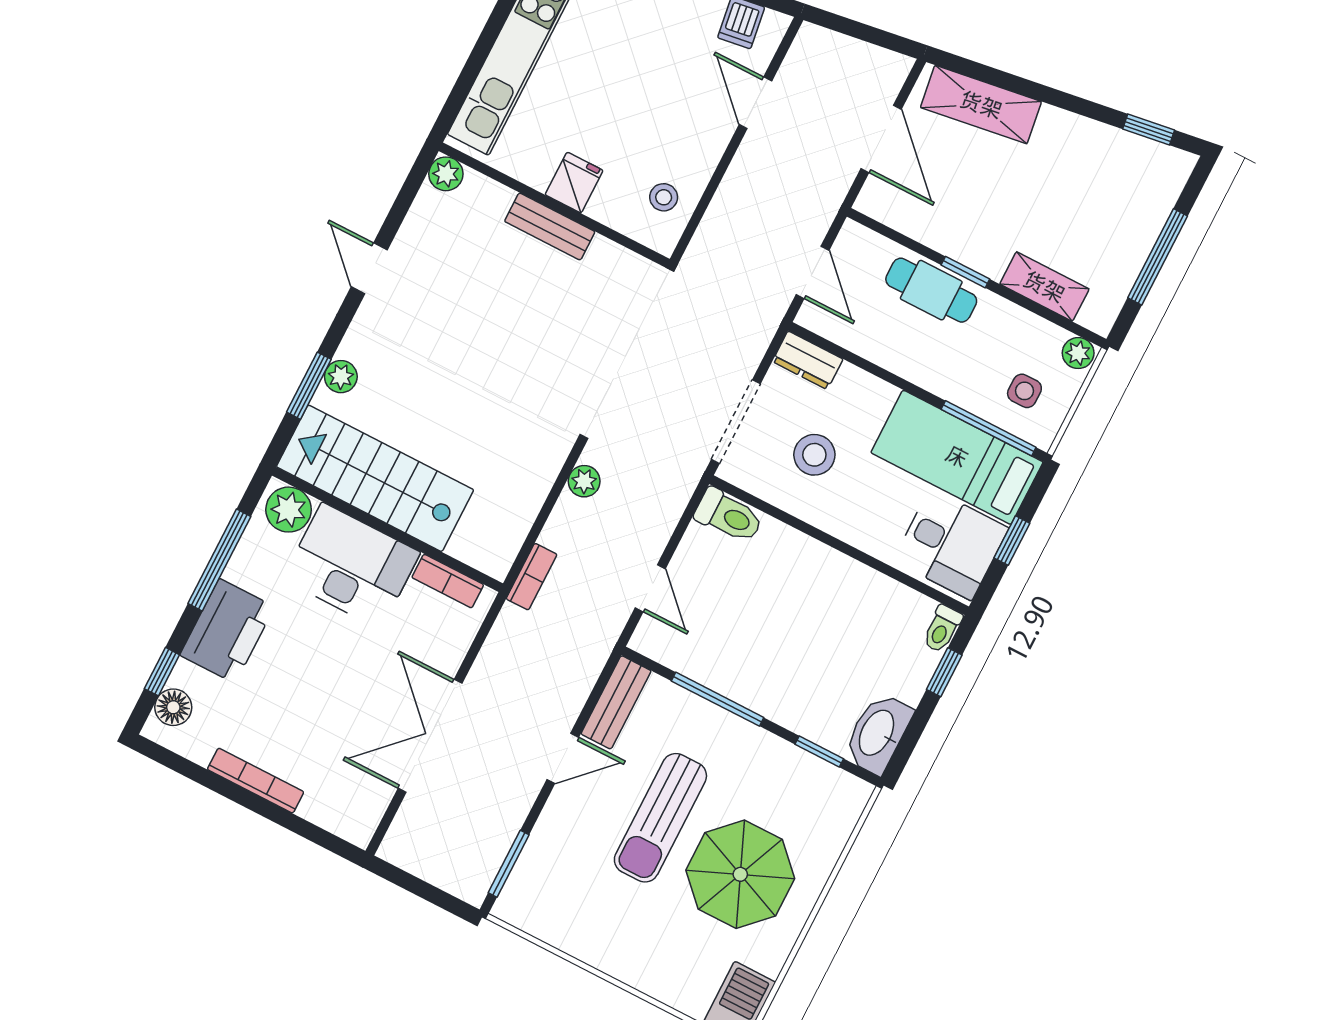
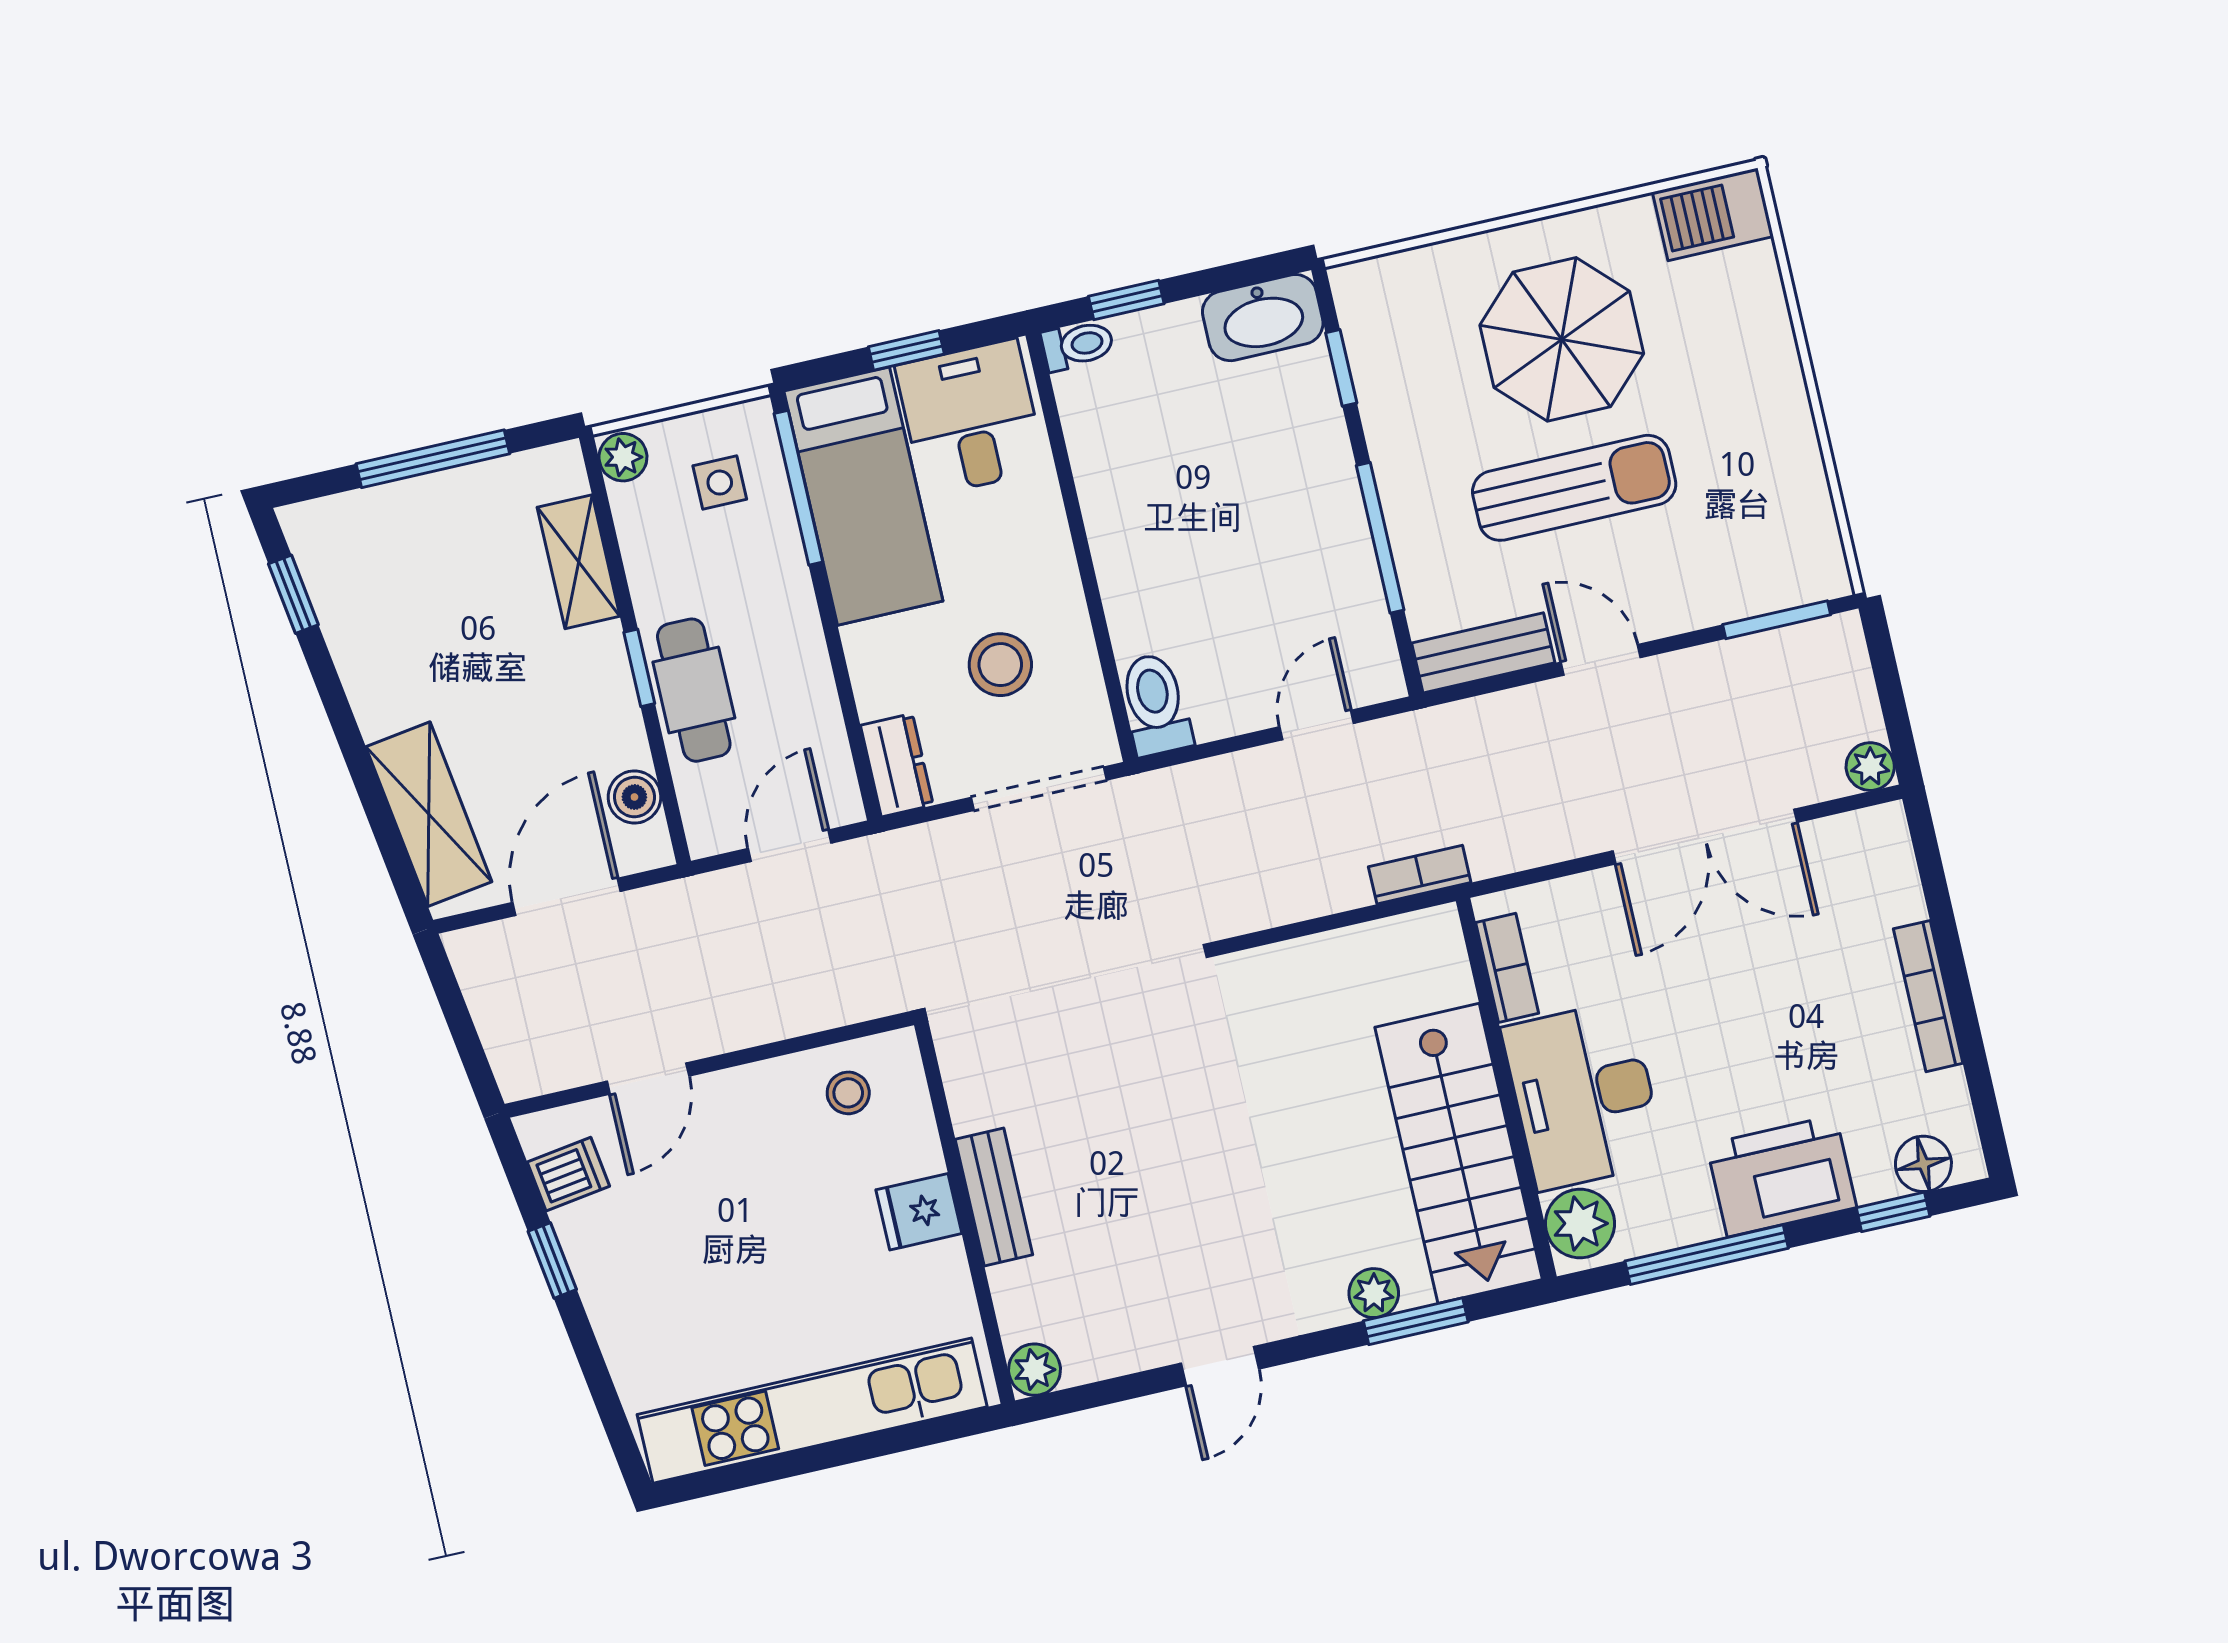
boiler: (903, 215) -> (634, 797), added
plant: (584, 481) -> (1870, 767), moved

